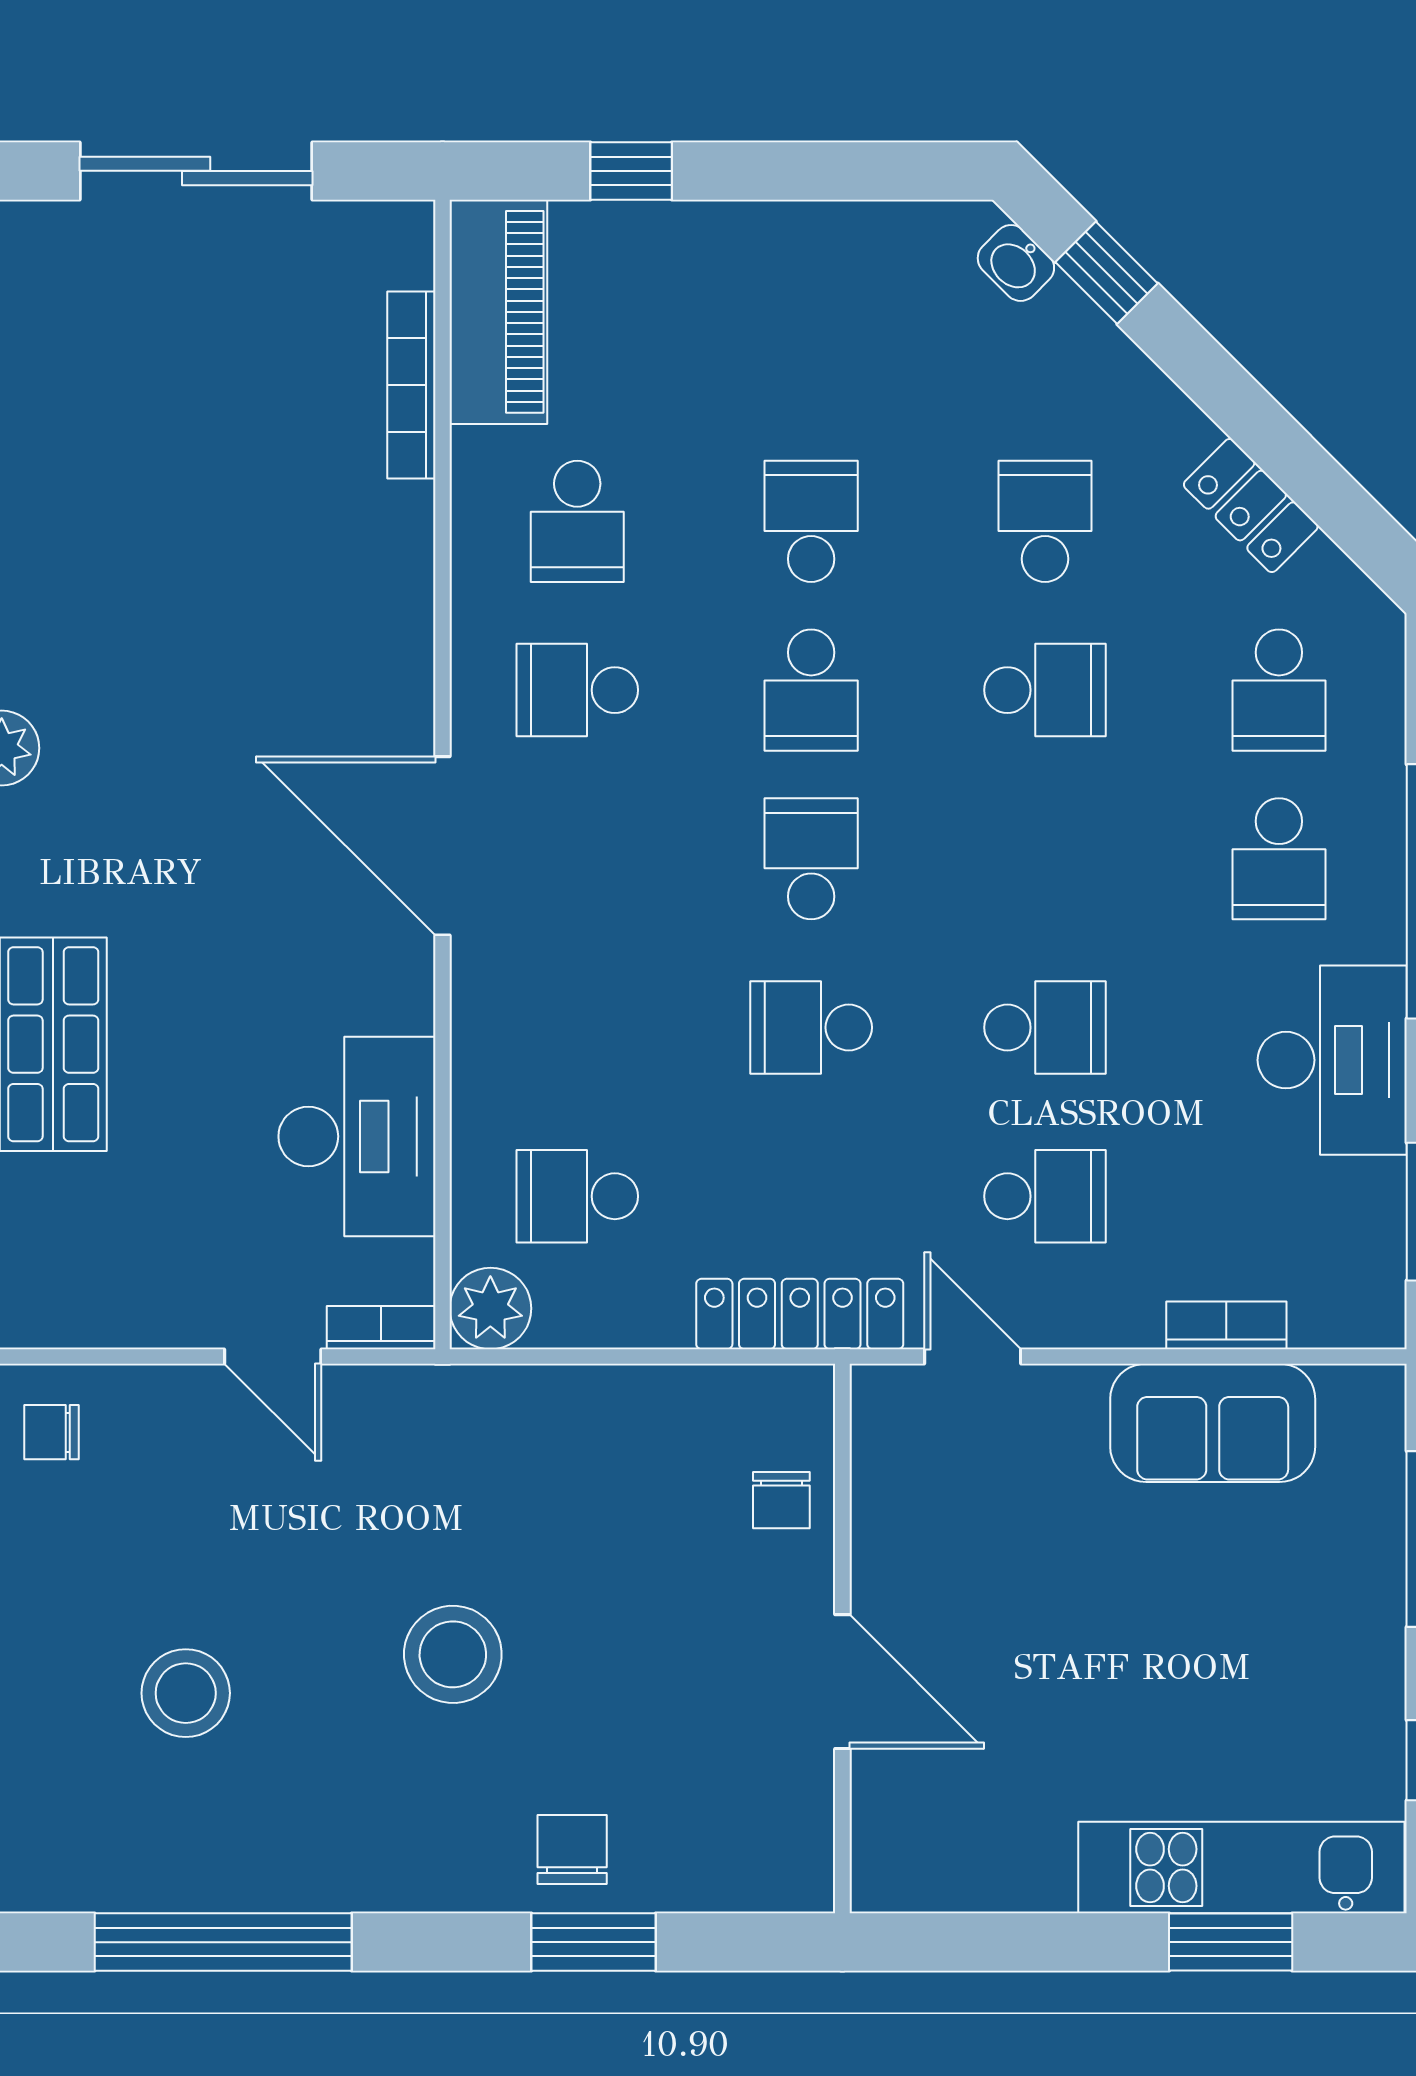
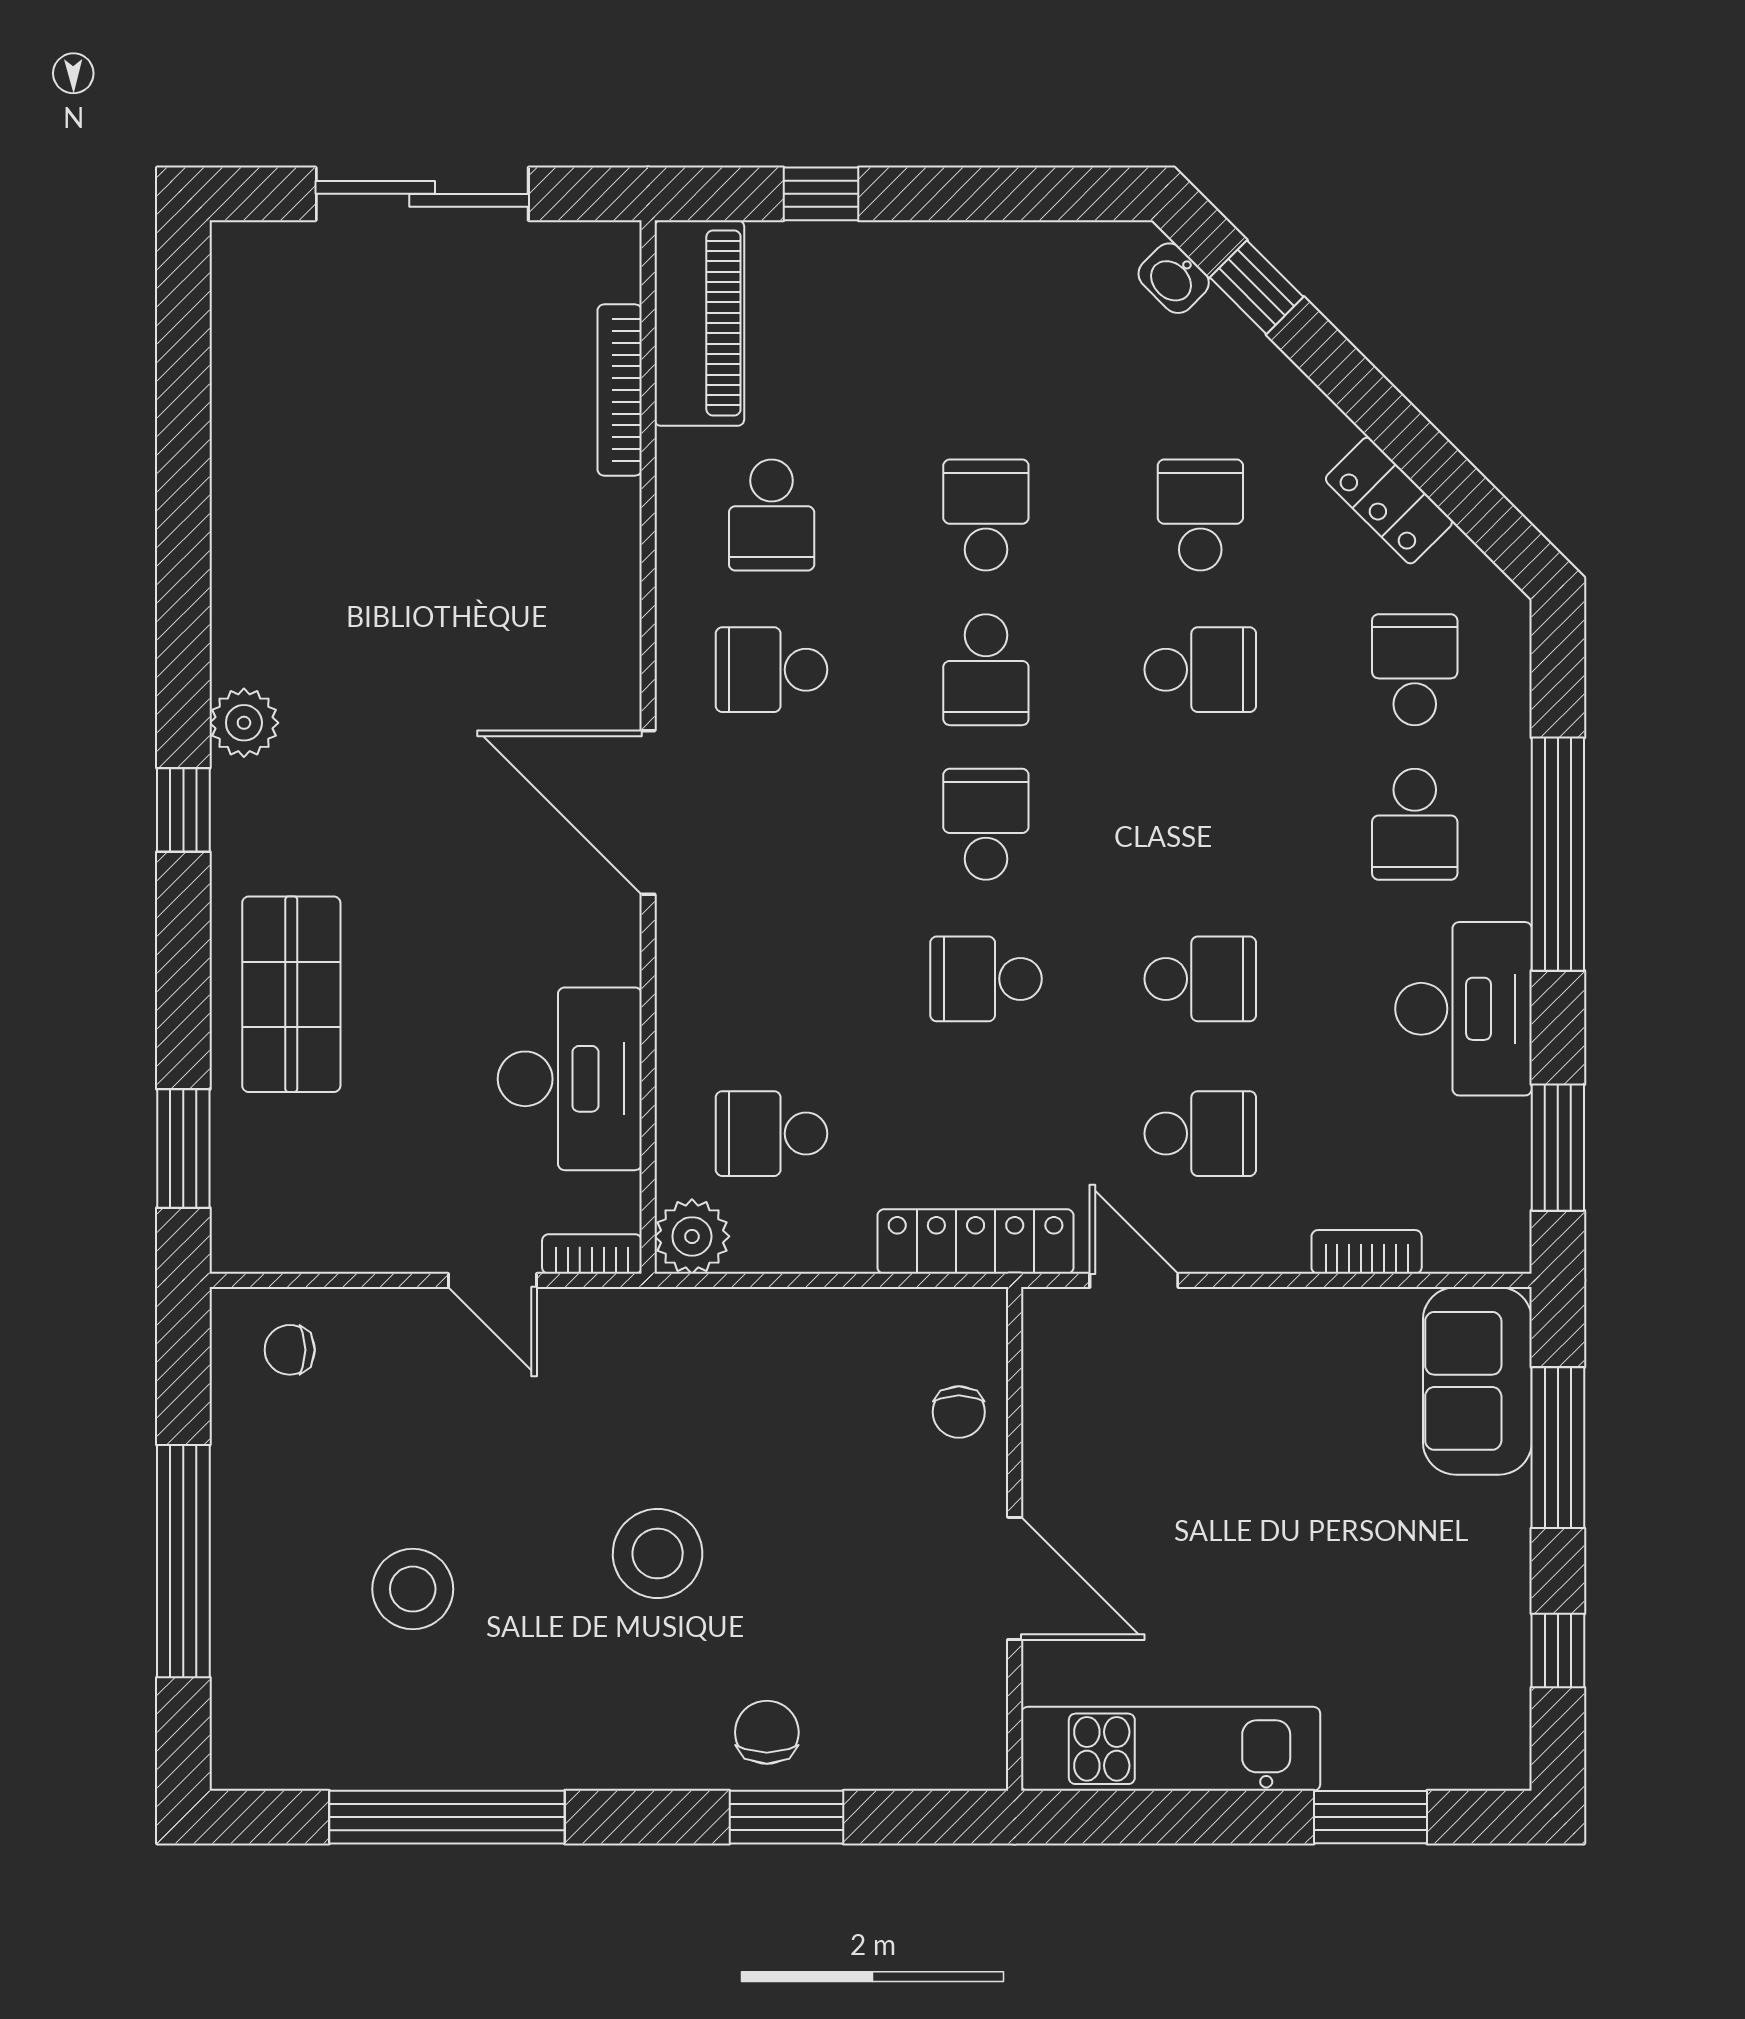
school desk: (1279, 690) -> (1415, 670), turned 180
sofa: (1213, 1423) -> (1477, 1381), moved, turned 90
kitchen unit: (1241, 1868) -> (1171, 1749), moved

